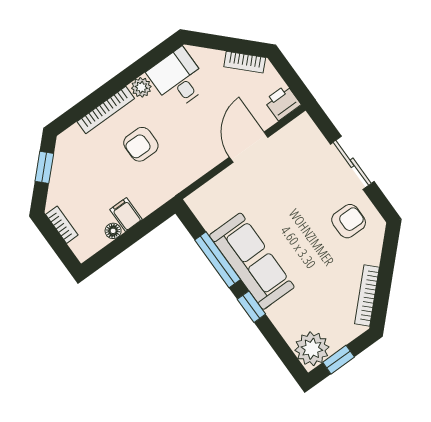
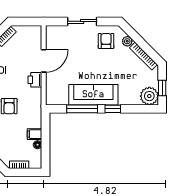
printer: (283, 103) -> (35, 80), moved
door: (249, 147) -> (44, 61), swing flipped
plant: (372, 254) -> (127, 41), added

